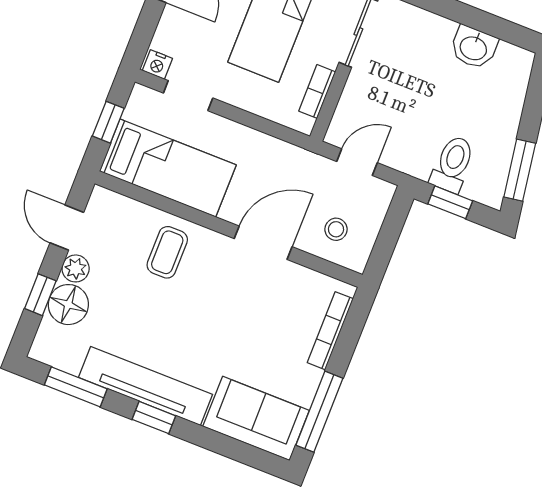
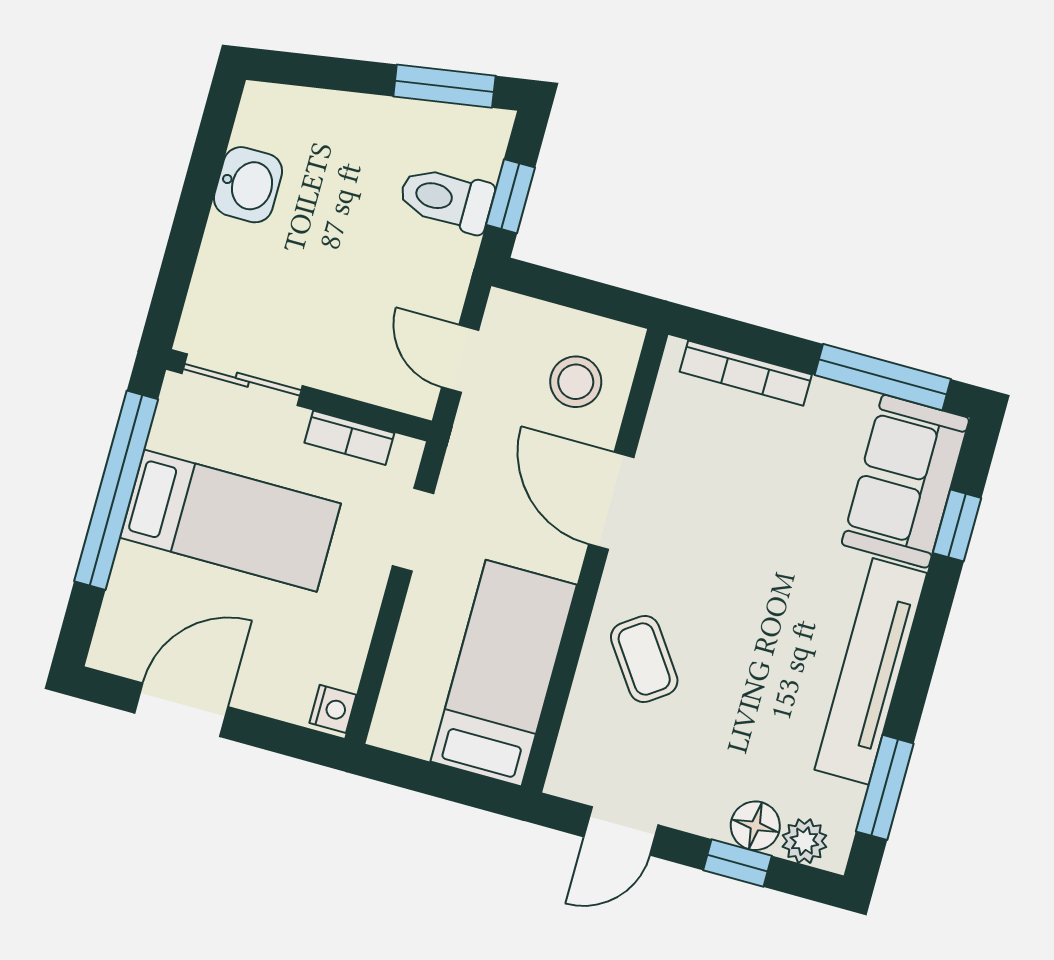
doorway: (188, 96) -> (413, 530), moved
window: (108, 122) -> (438, 780), removed
stool: (336, 229) -> (576, 382), width x1.37, depth x1.37
coffee table: (167, 252) -> (644, 659), turned 55
plant: (76, 268) -> (804, 841), moved
floor lamp: (68, 305) -> (755, 826), width x0.73, depth x0.73
window: (154, 418) -> (957, 525), moved

